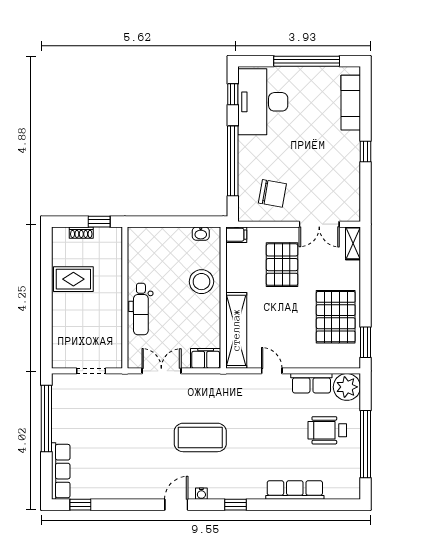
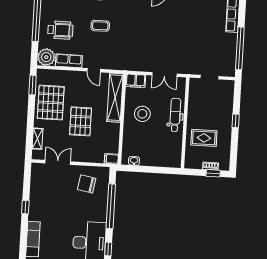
window: (99, 222) -> (213, 173), moved
shelving: (353, 243) -> (37, 139), moved
pallet: (282, 265) -> (81, 121), moved
rug: (73, 279) -> (204, 138), moved
stool: (201, 282) -> (142, 114), moved
window: (46, 305) -> (236, 121), added
coffee table: (200, 437) -> (100, 26), moved, width x0.54, depth x0.58

